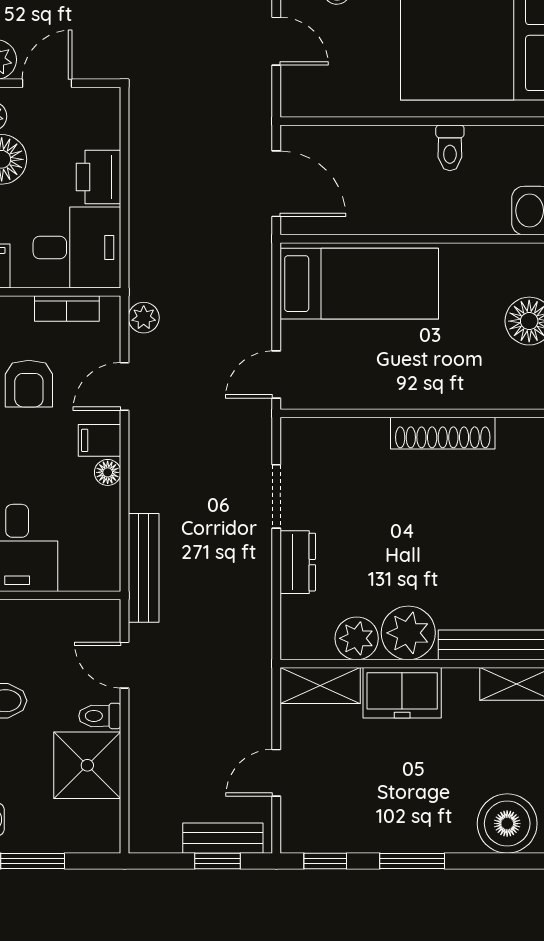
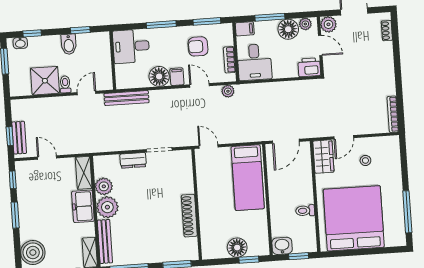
wardrobe: (320, 94) -> (323, 157), added
printer: (98, 177) -> (309, 67), moved
floor lamp: (108, 472) -> (159, 76), width x1.89, depth x1.89

